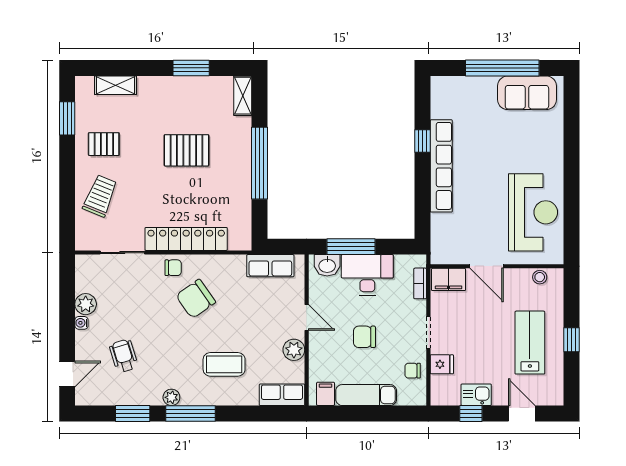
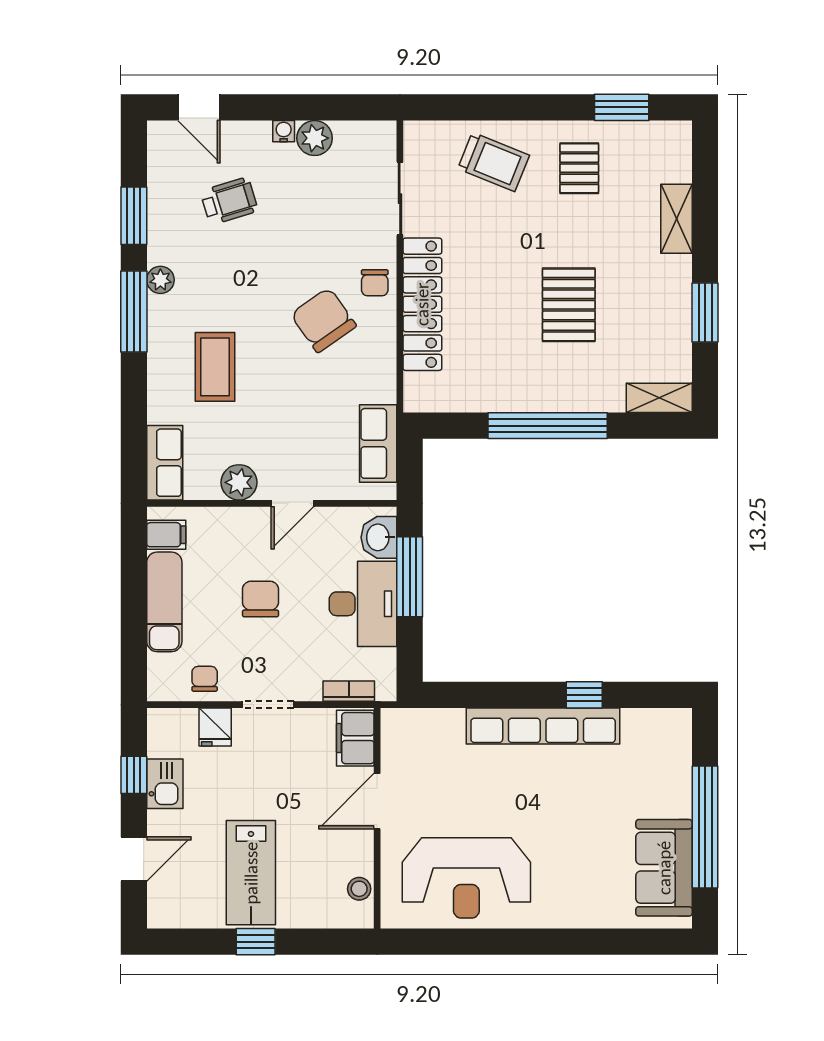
shelving: (116, 85) -> (676, 219), moved
lab bench: (530, 343) -> (251, 873), turned 90

